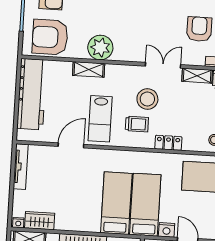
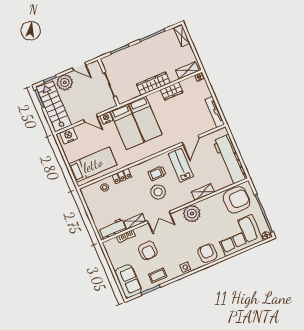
plant: (100, 48) -> (192, 214), moved
locker: (168, 143) -> (122, 176), moved
wardrobe: (40, 221) -> (172, 91), moved

